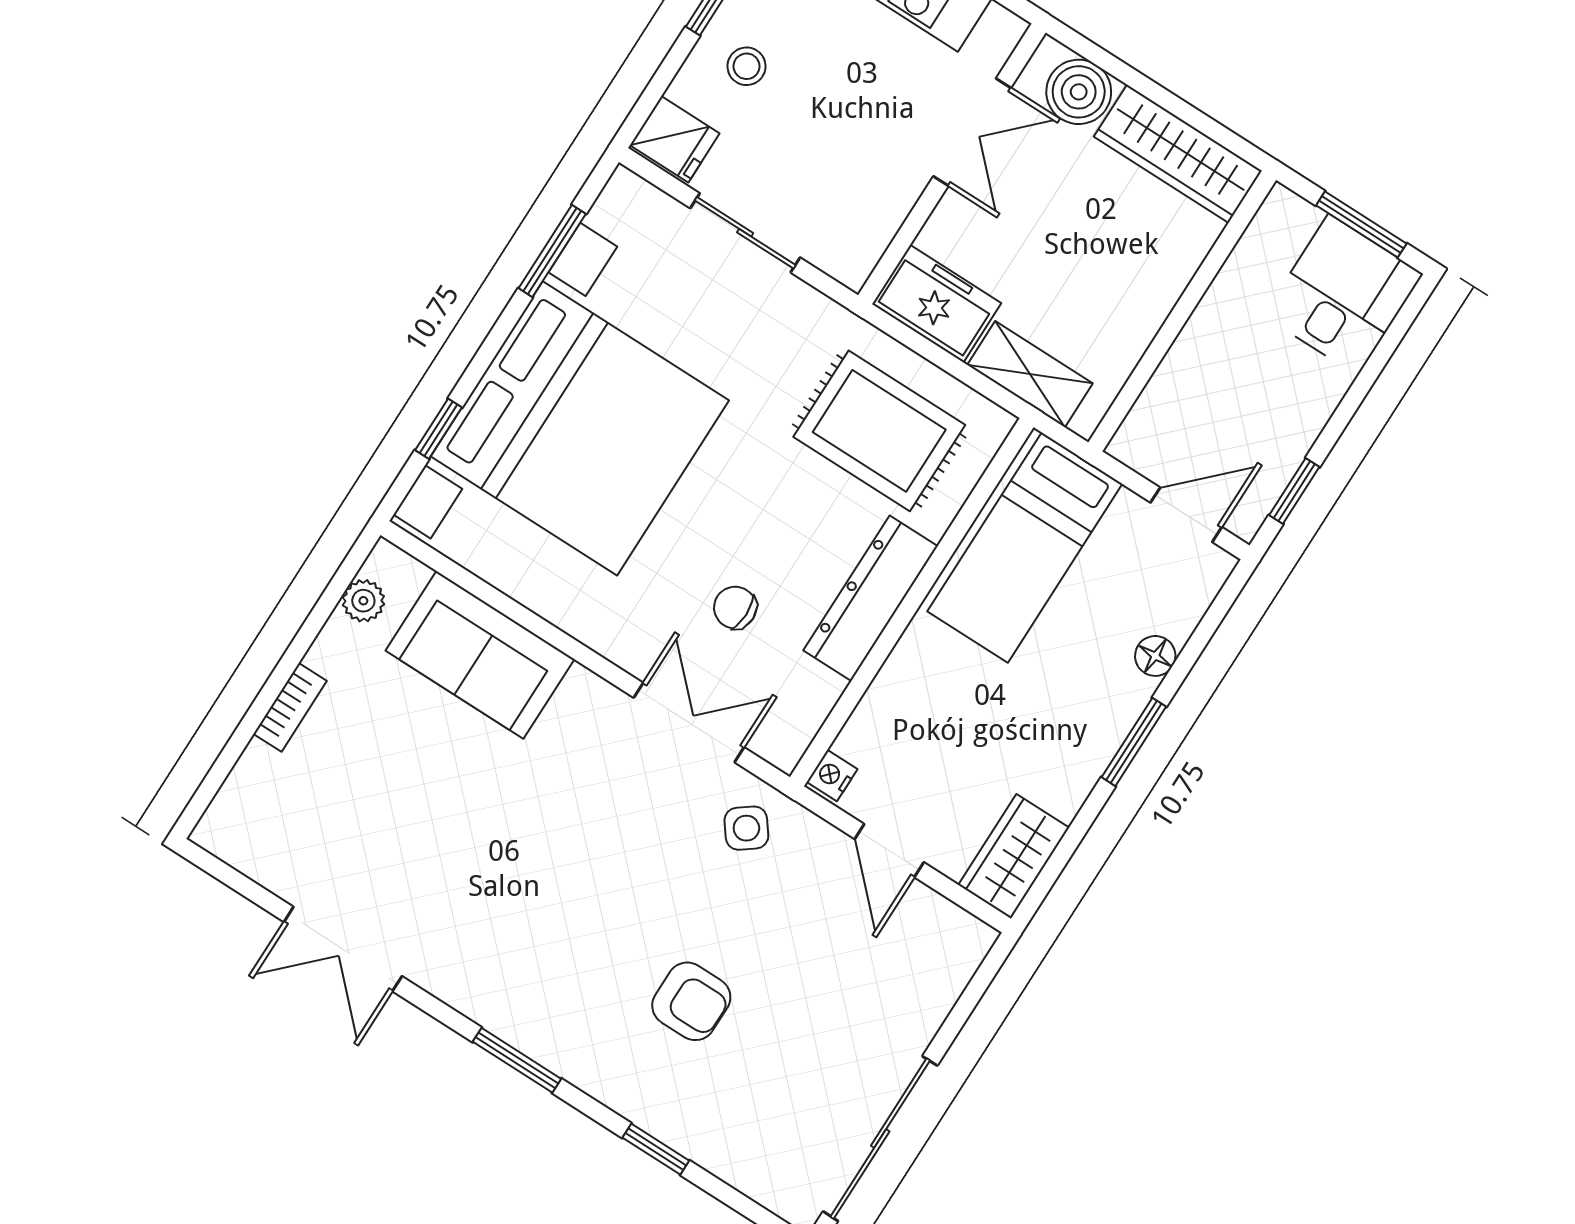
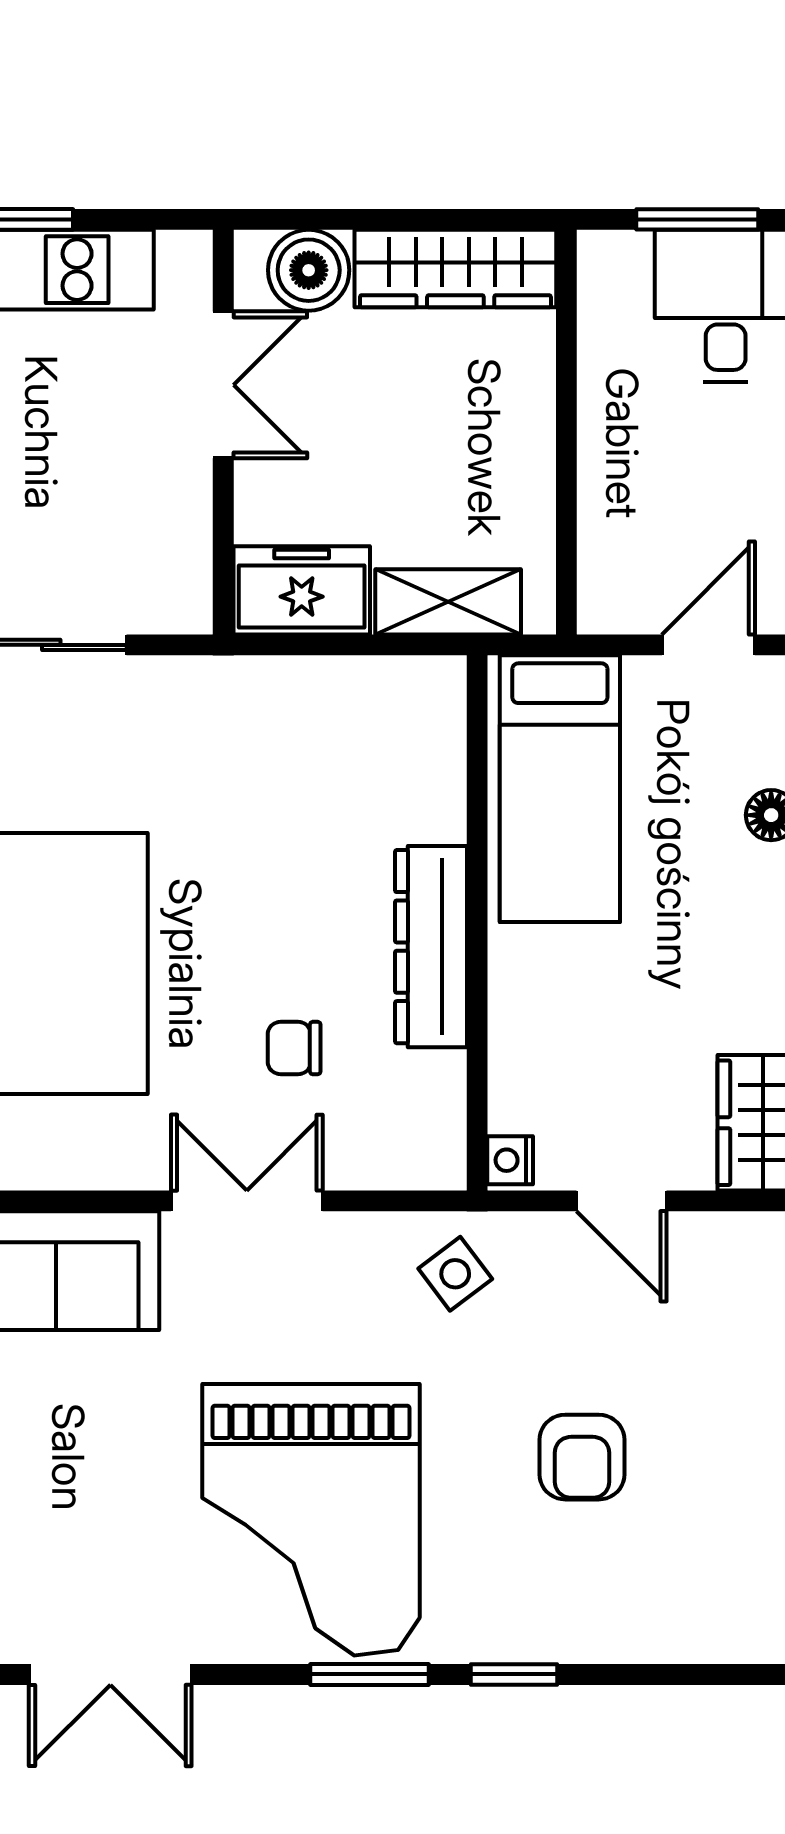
rug: (879, 431) -> (327, 764), removed
double door: (689, 722) -> (247, 1201), moved
grand piano: (544, 931) -> (311, 1520), added
armchair: (691, 1001) -> (582, 1457), moved, turned 90
window: (656, 1149) -> (514, 1674), moved

